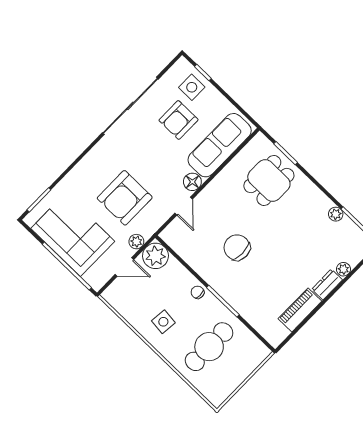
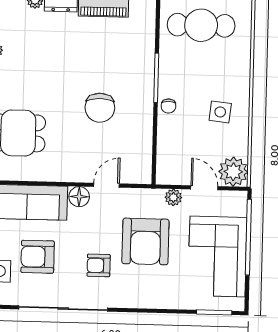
armchair: (178, 120) -> (38, 257), turned 180
armchair: (137, 154) -> (99, 265), added
armchair: (125, 198) -> (145, 241), turned 90
plant: (155, 256) -> (233, 172), moved
cafe table: (209, 347) -> (201, 25), moved

